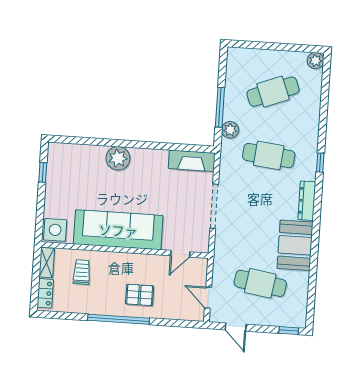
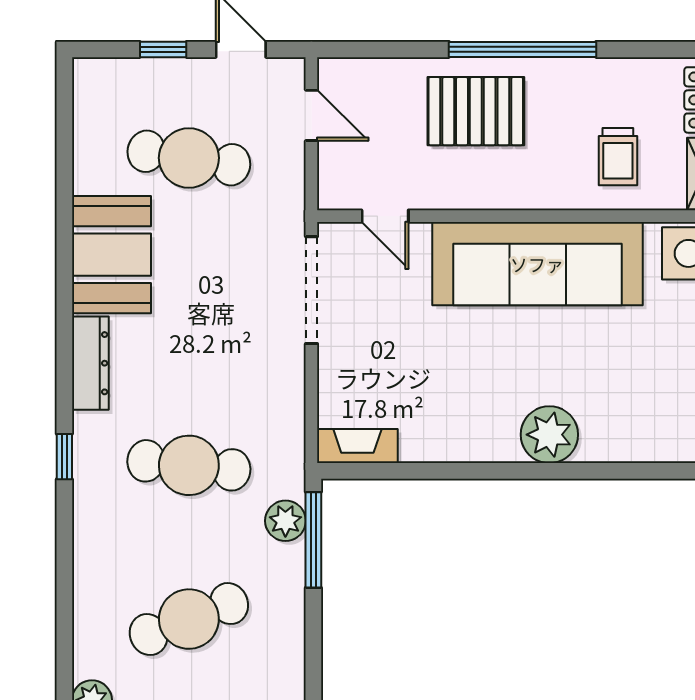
window: (220, 107) -> (313, 540), moved
fireplace: (192, 161) -> (357, 446), width x0.73, depth x0.76
doorway: (214, 206) -> (311, 290), moved
door: (180, 254) -> (385, 216), swing flipped
pallet: (140, 295) -> (476, 111), width x1.50, depth x1.42
window: (289, 331) -> (163, 49), moved

